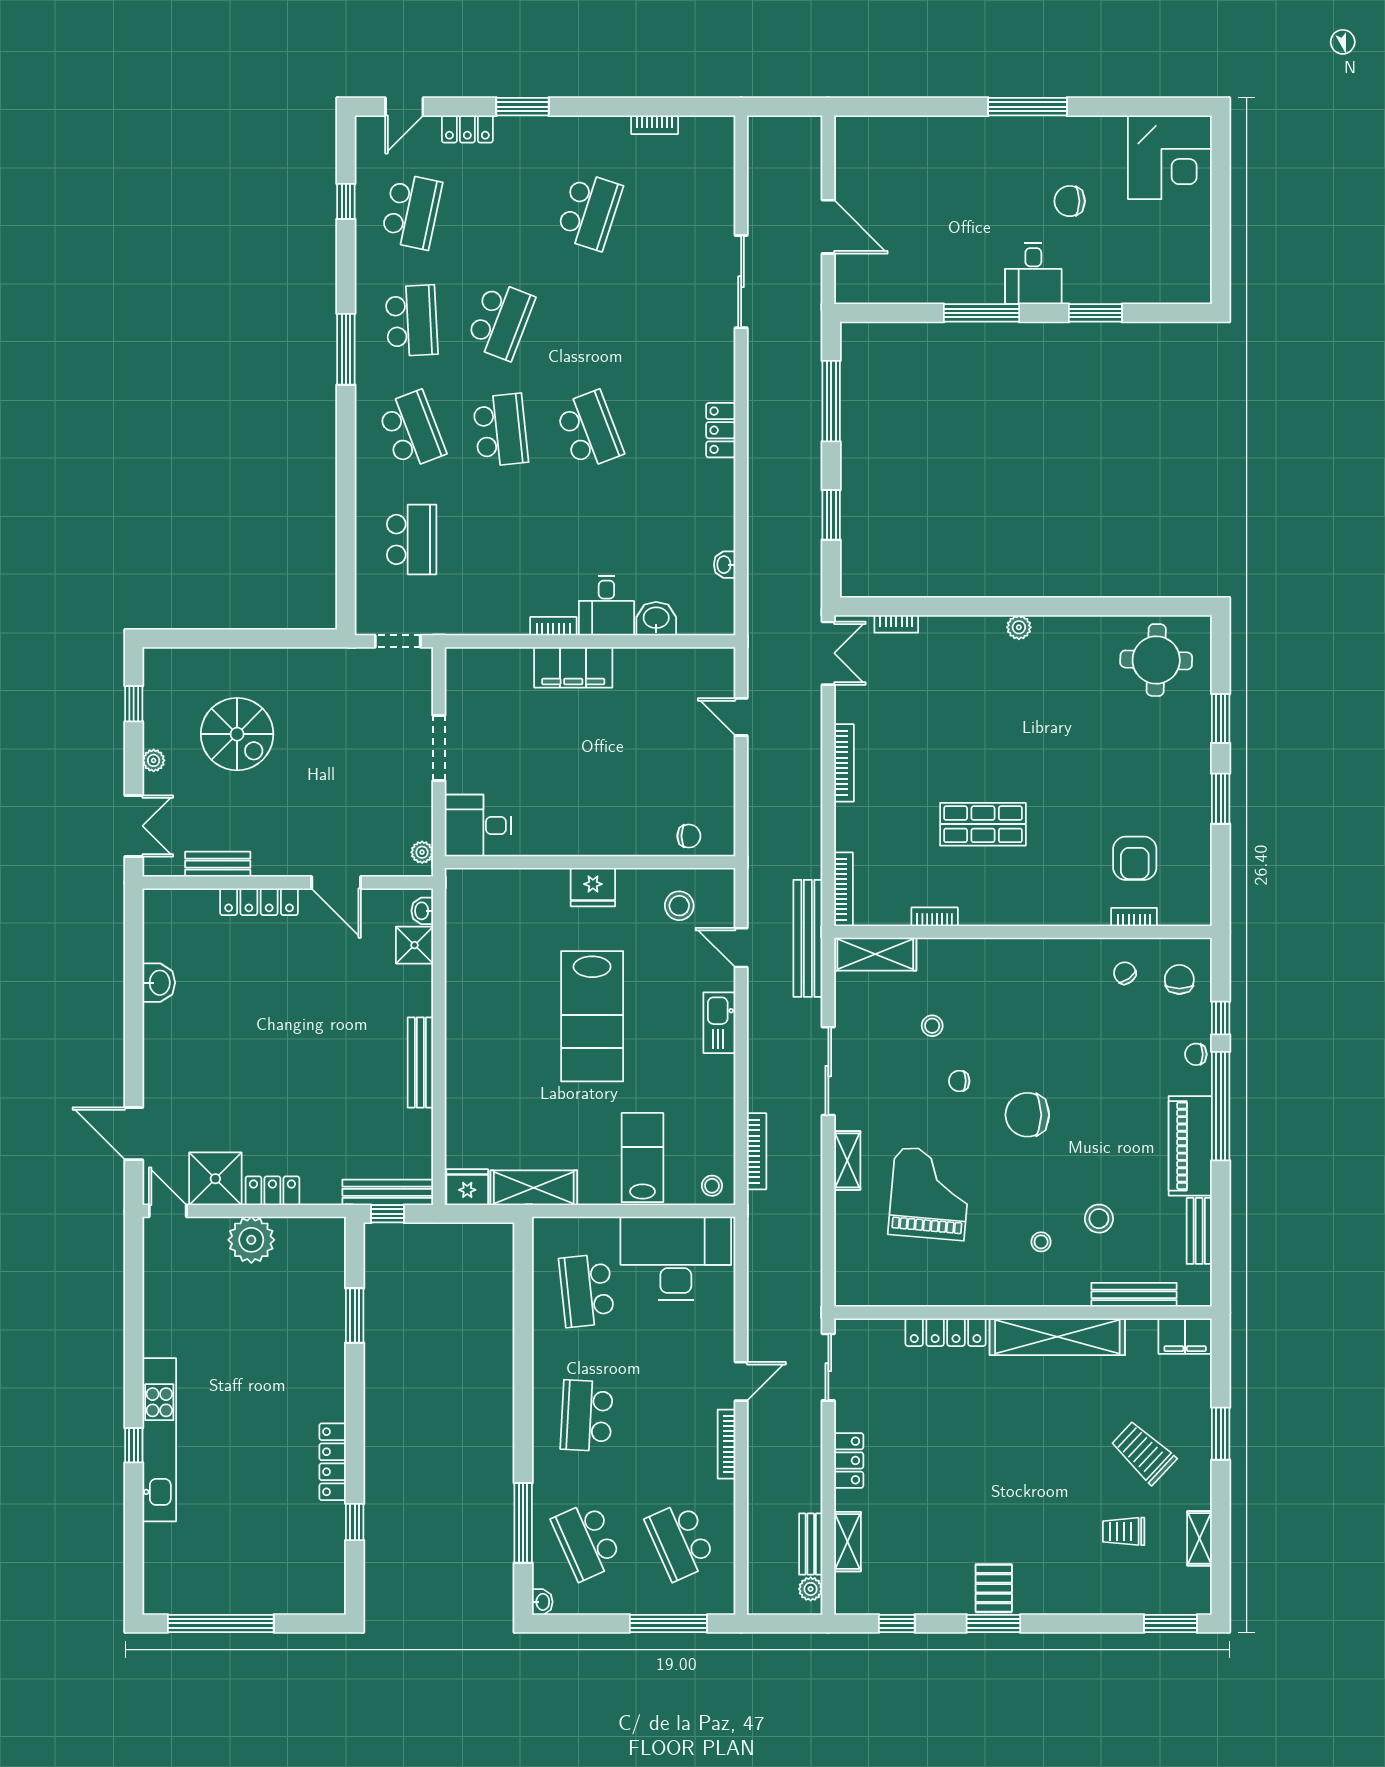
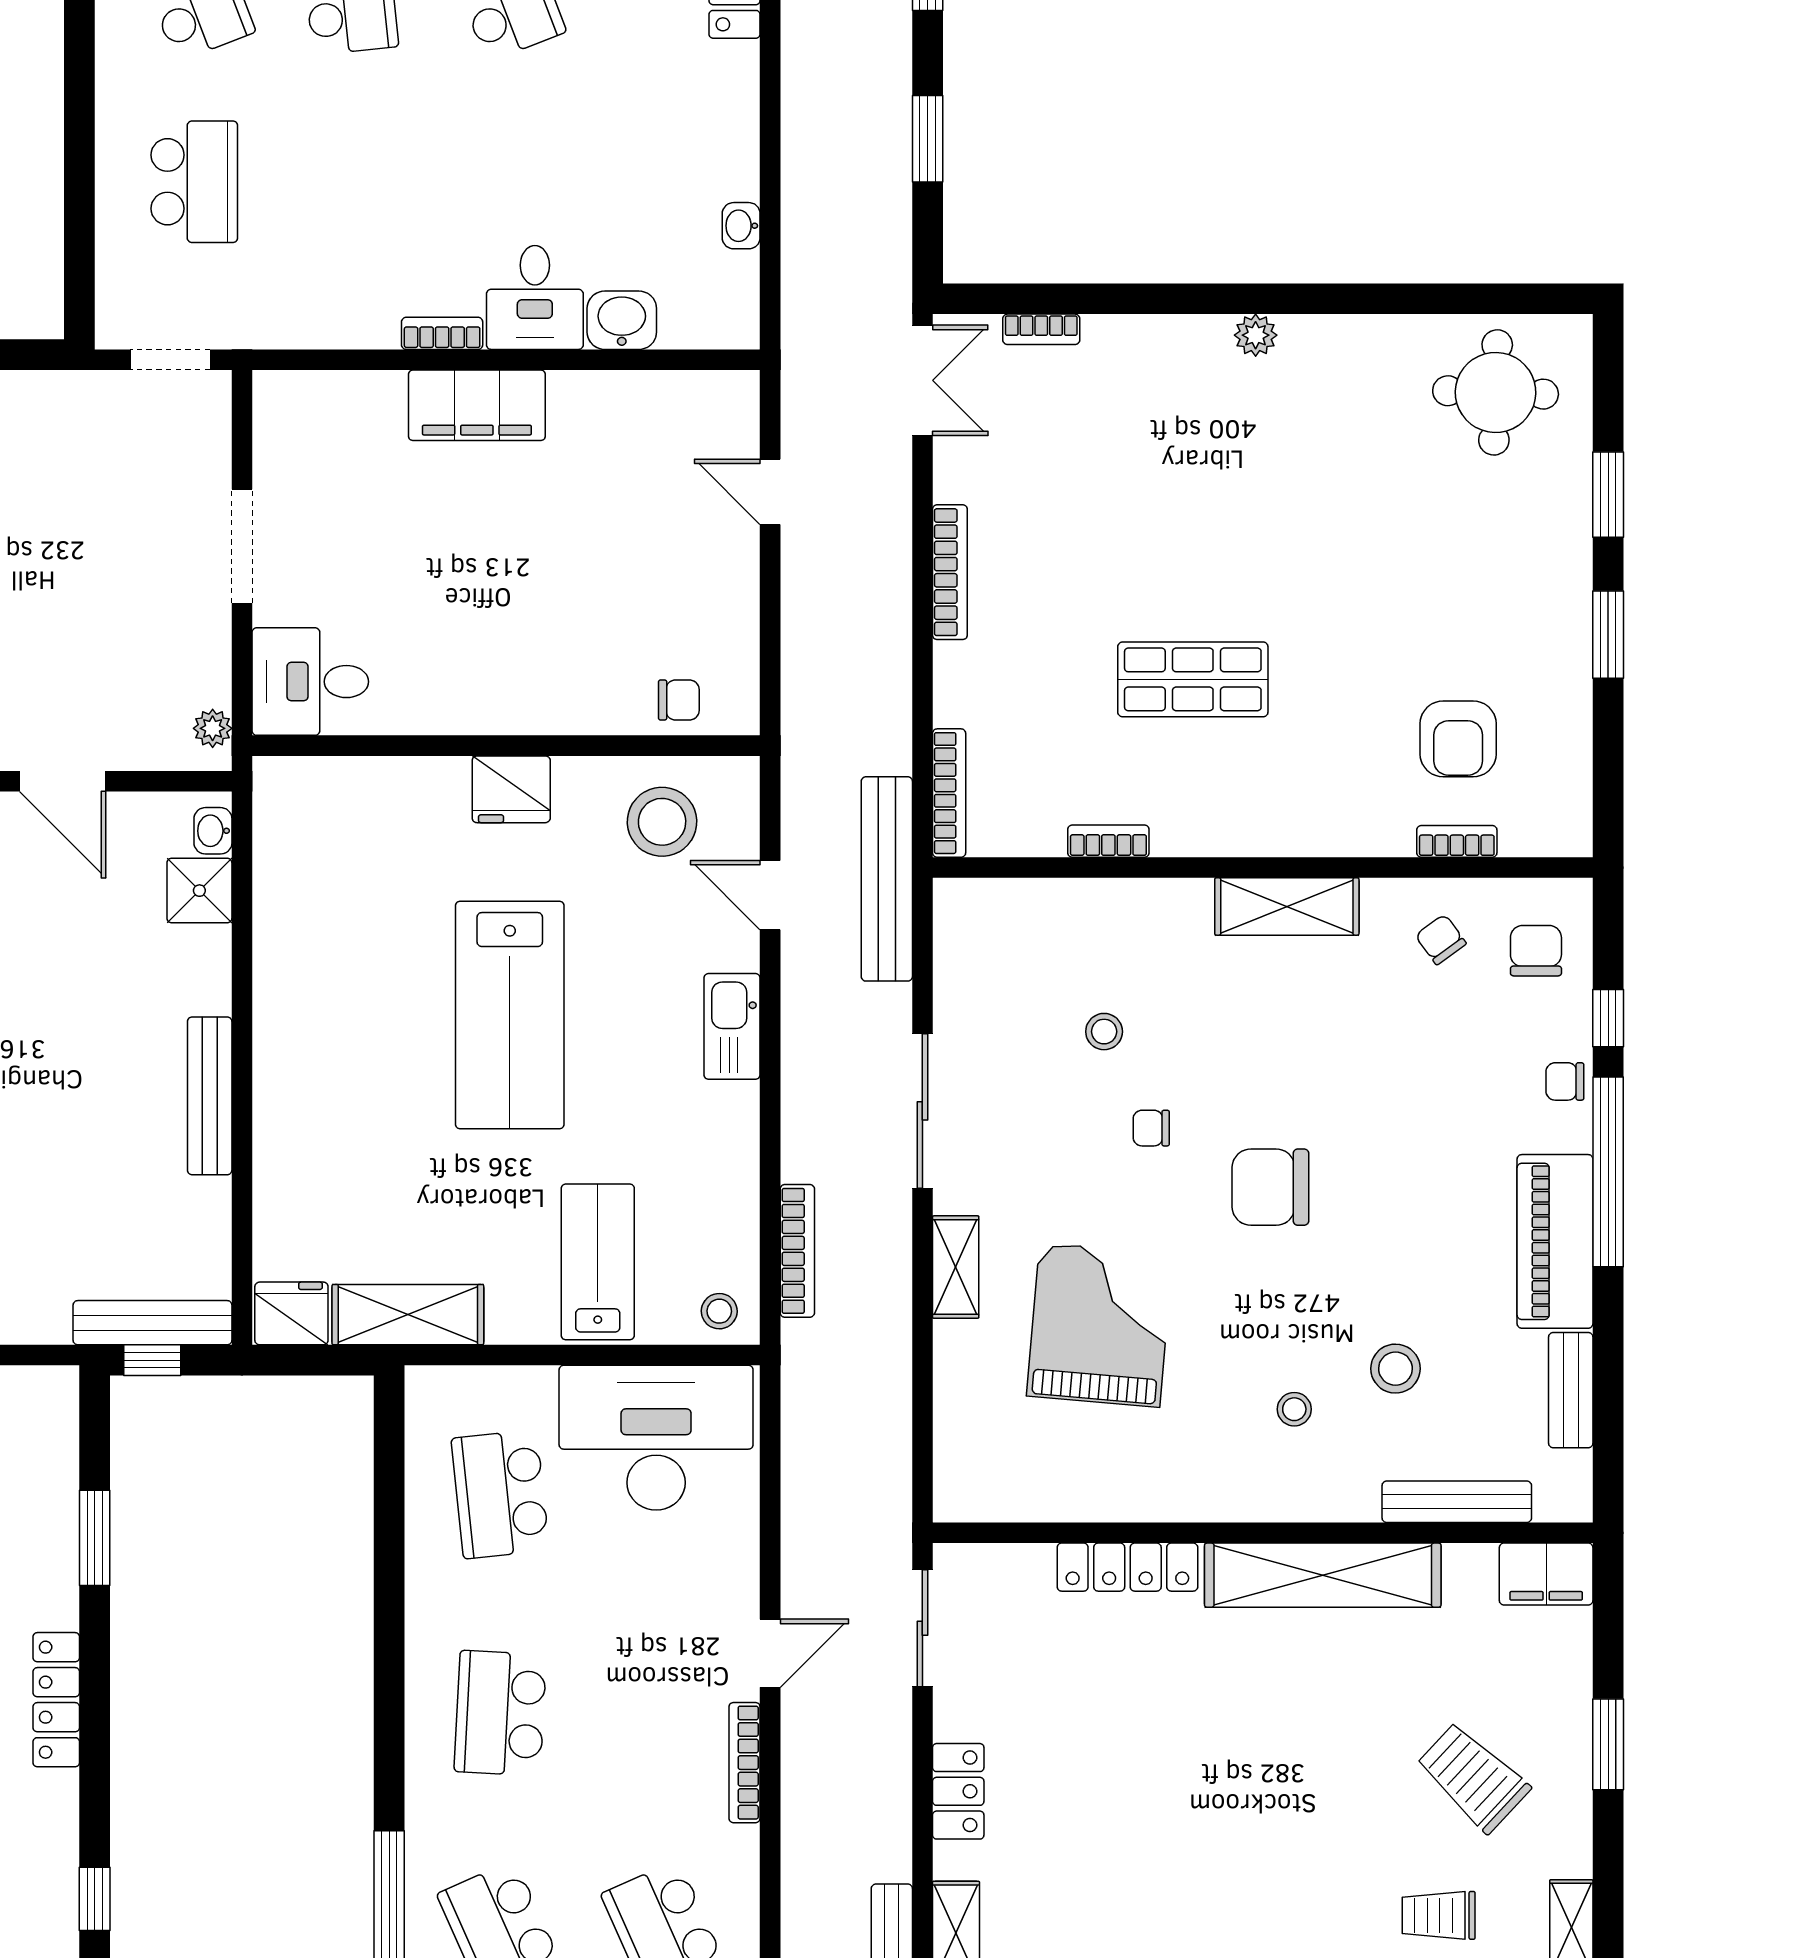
stool: (679, 906) -> (662, 822), width x1.38, depth x1.38
shelving: (875, 954) -> (1287, 906), moved
locker: (333, 1462) -> (56, 1700), moved

